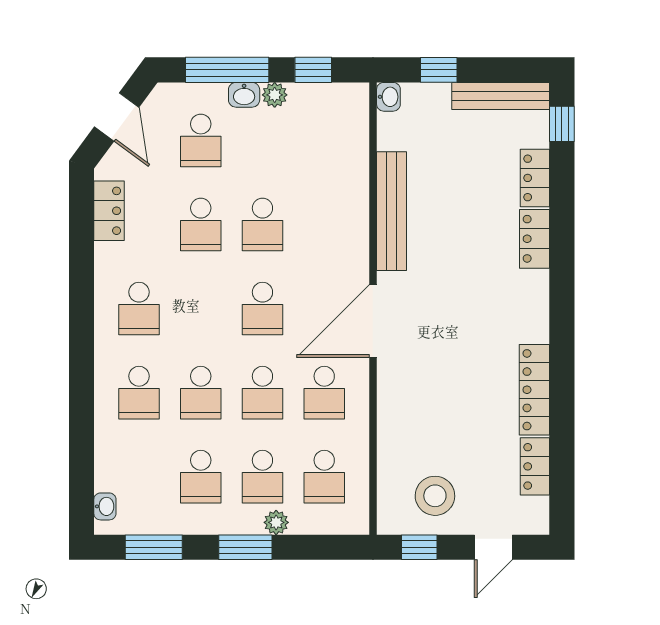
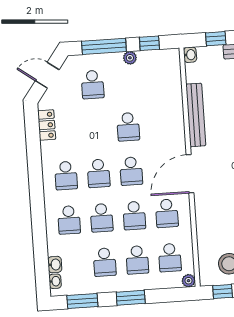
washbasin: (244, 95) -> (55, 265), moved, turned -90
door: (117, 117) -> (47, 75), swing flipped
school desk: (201, 224) -> (99, 173), moved
plant: (276, 522) -> (188, 281), moved

